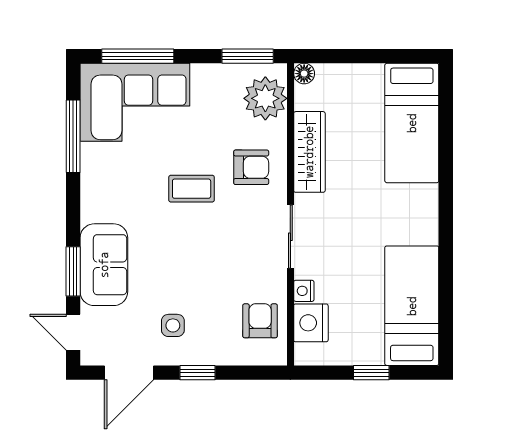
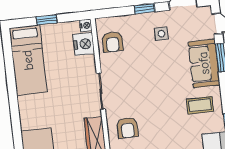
armchair: (251, 167) -> (127, 128), turned -90
coffee table: (192, 189) -> (200, 105), moved
nightstand: (304, 291) -> (86, 25), moved

